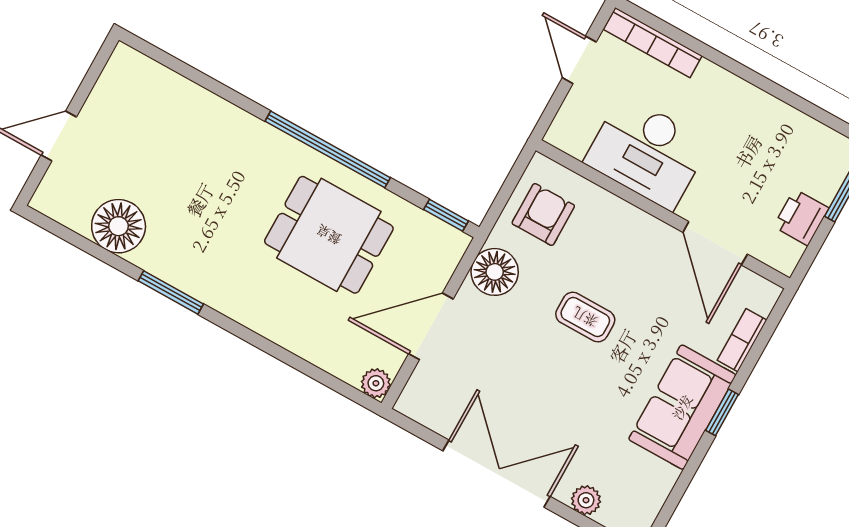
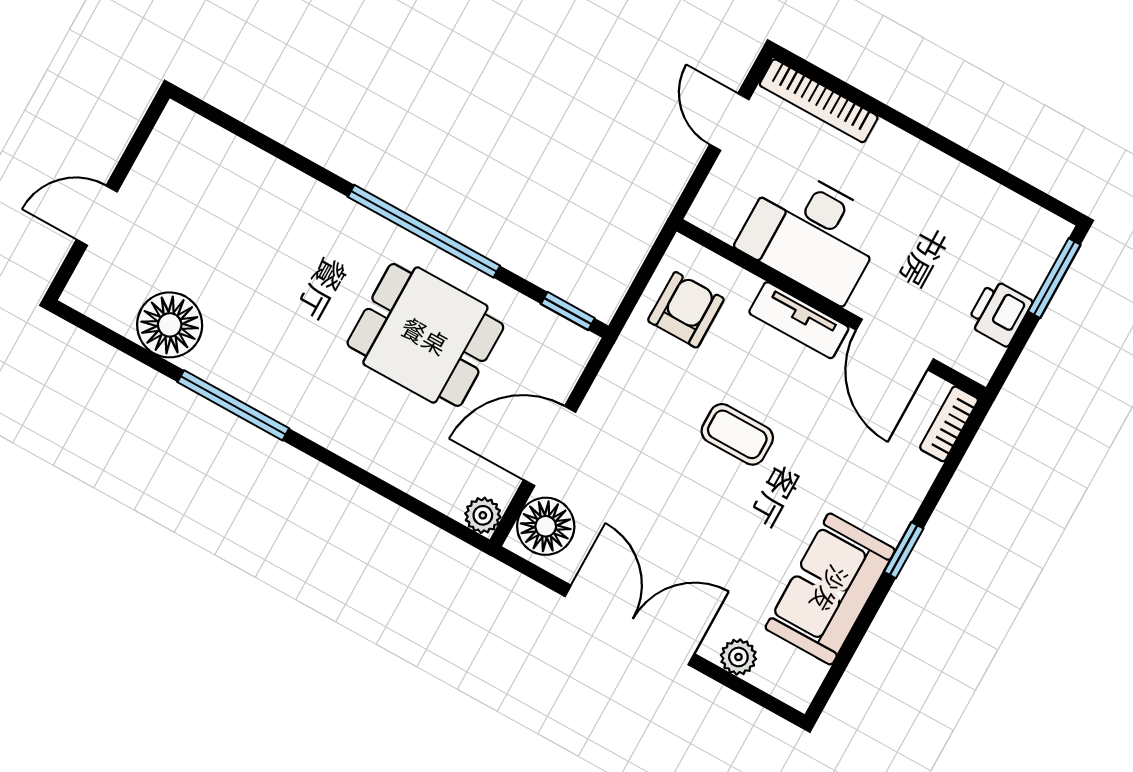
tv unit: (636, 223) -> (799, 320), added
floor lamp: (495, 272) -> (546, 526), moved
window: (171, 292) -> (233, 405), width x1.44
bookcase: (742, 340) -> (949, 424), moved
sofa: (682, 407) -> (830, 589), moved

